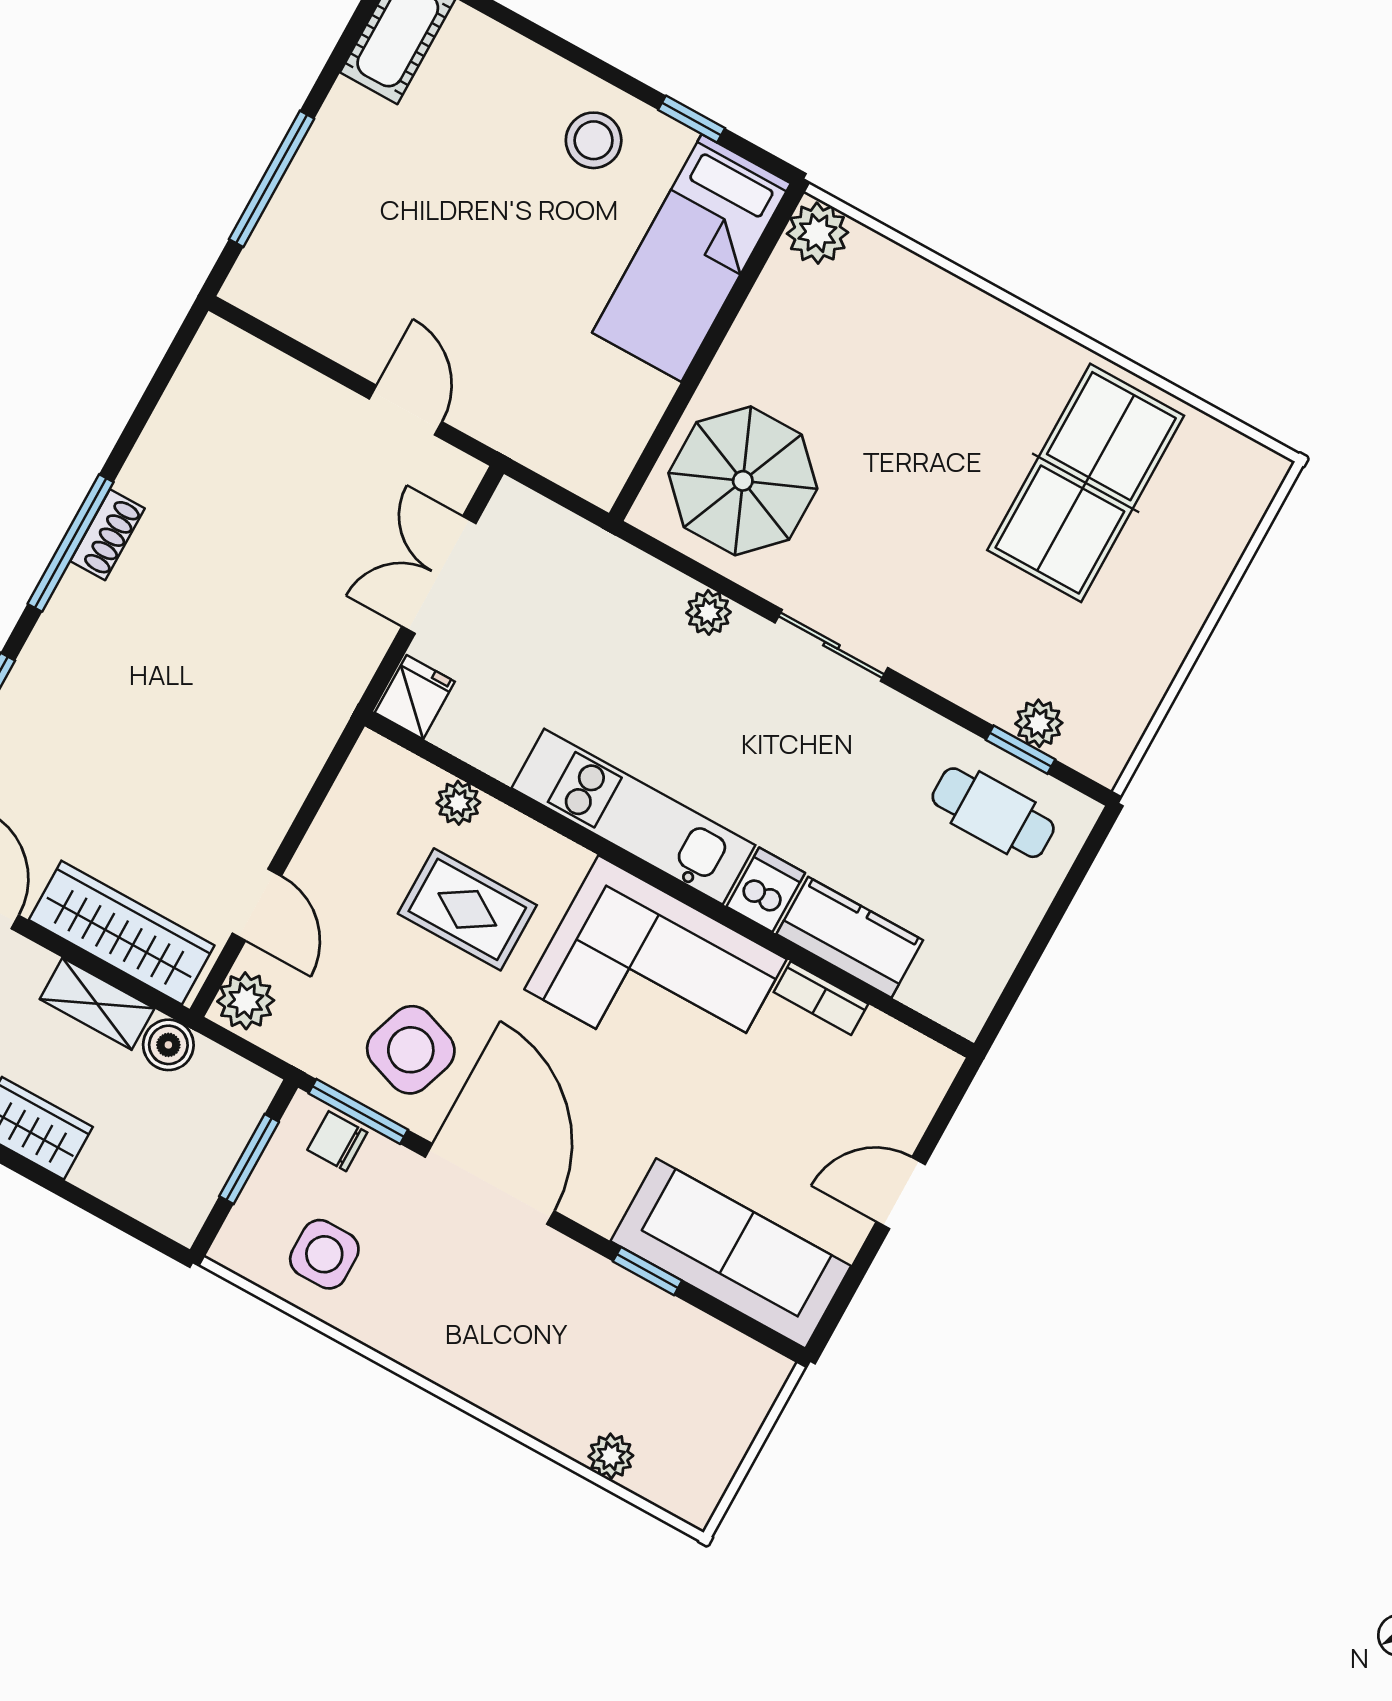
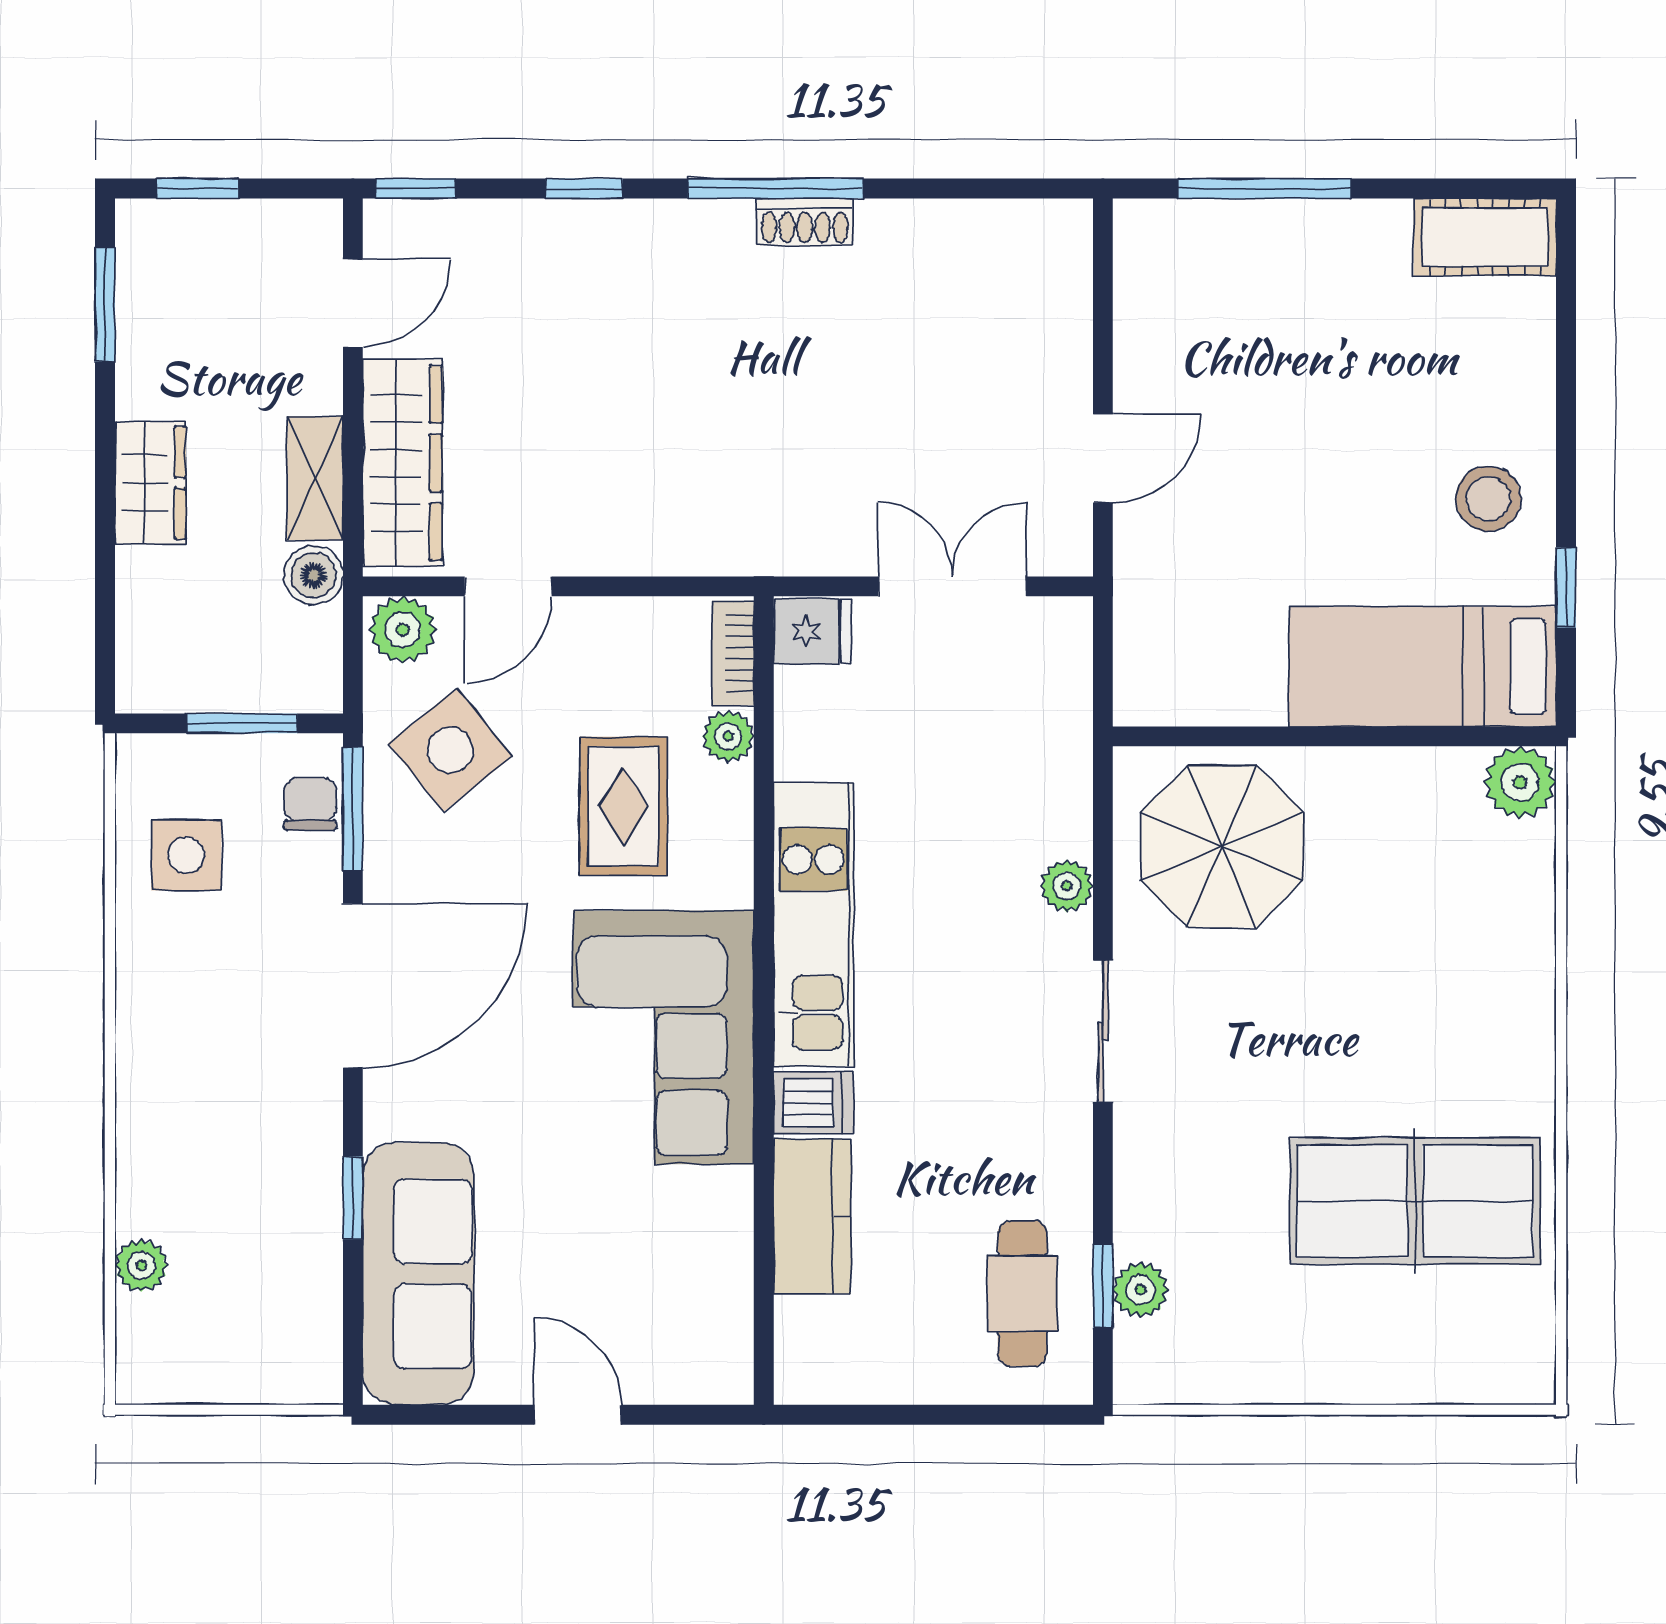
bookcase: (821, 998) -> (733, 653), moved
side table: (411, 1050) -> (450, 750), moved, turned 32

